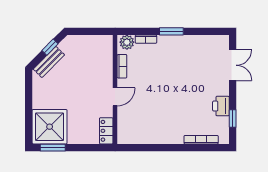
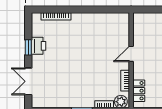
window: (233, 119) -> (28, 47), moved
locker: (106, 131) -> (139, 91), moved

